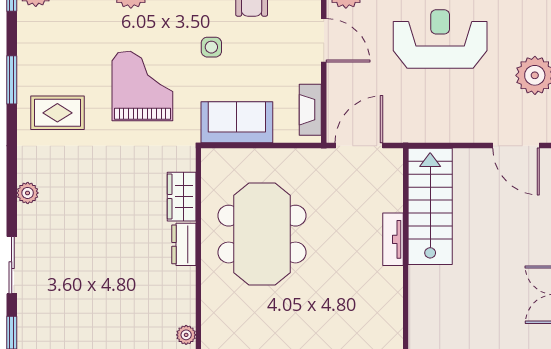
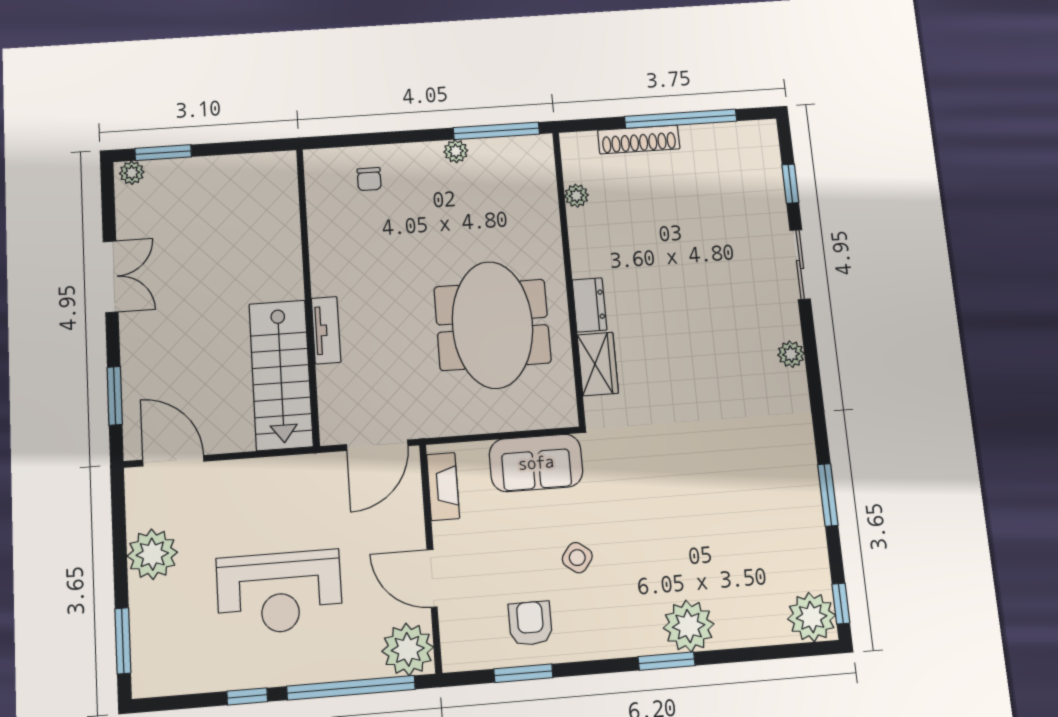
side table: (211, 47) -> (577, 558), turned 37
grand piano: (142, 86) -> (661, 500), removed
rug: (57, 113) -> (765, 458), removed

